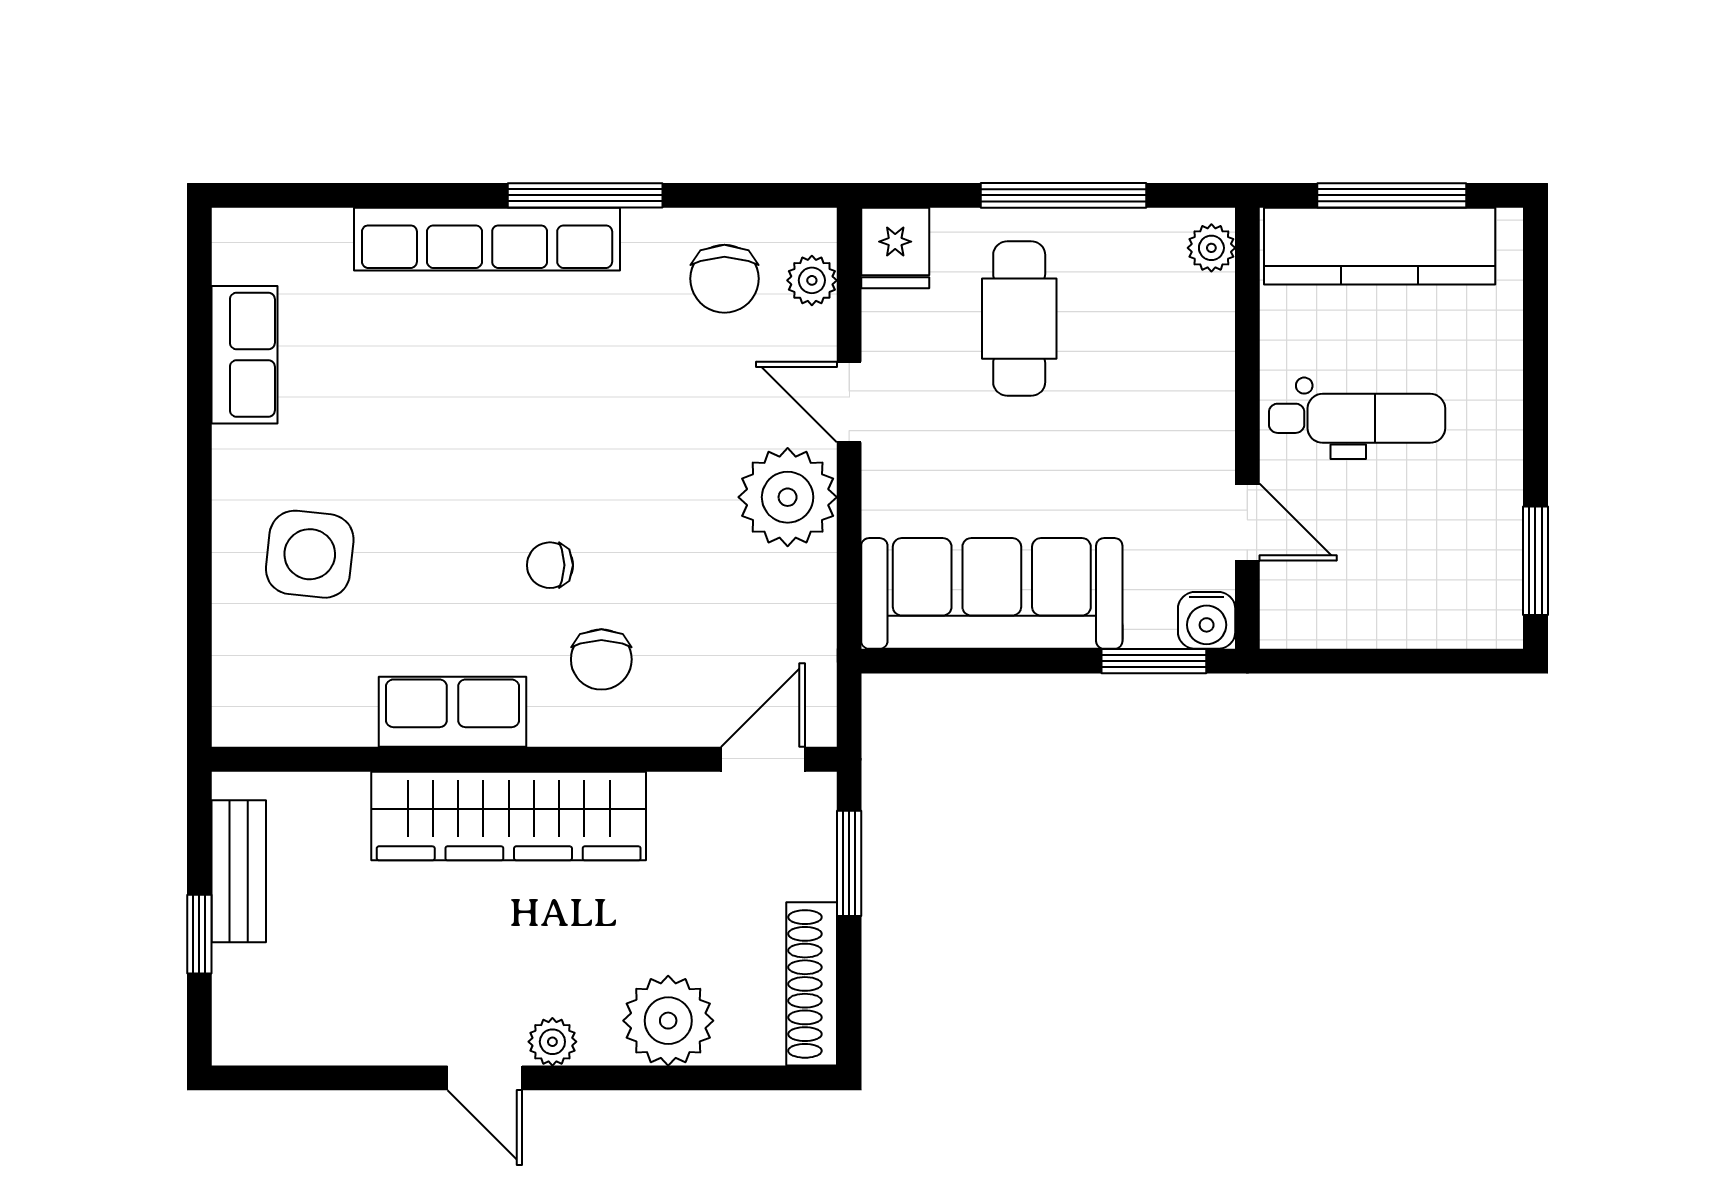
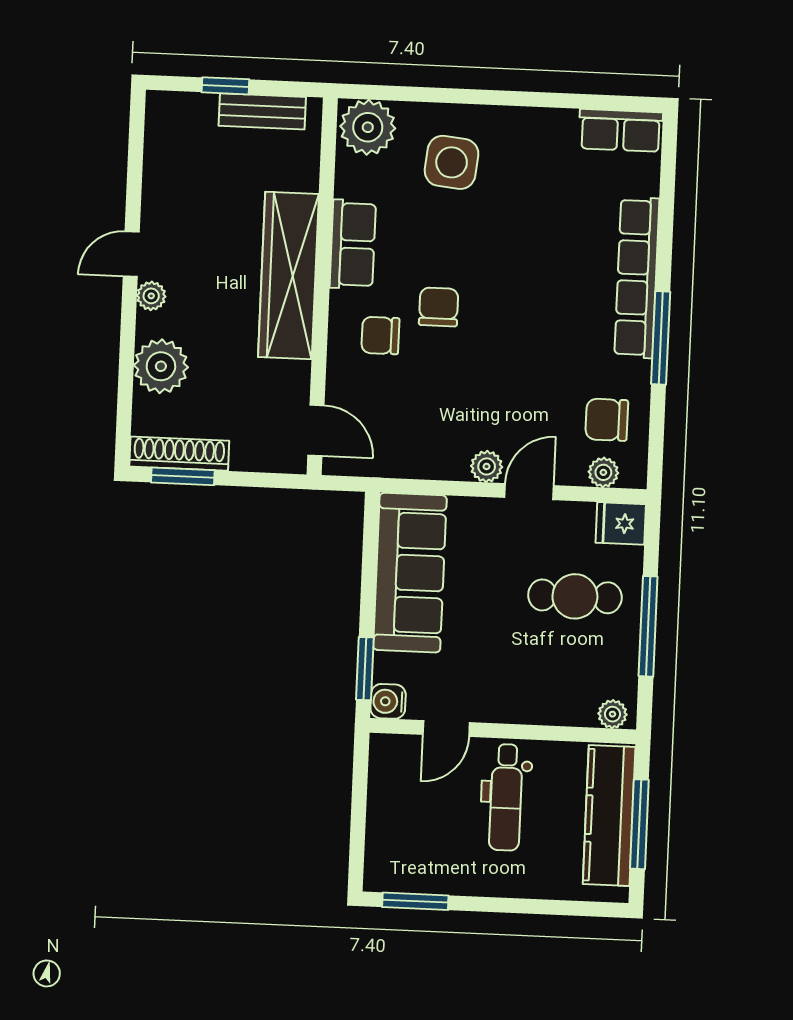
row of seats: (245, 355) -> (621, 130), moved
plant: (788, 497) -> (487, 466), width x0.53, depth x0.53
chair: (550, 565) -> (439, 307), width x1.37, depth x1.37
plant: (258, 695) -> (368, 127), added
window: (849, 863) -> (183, 476), moved

